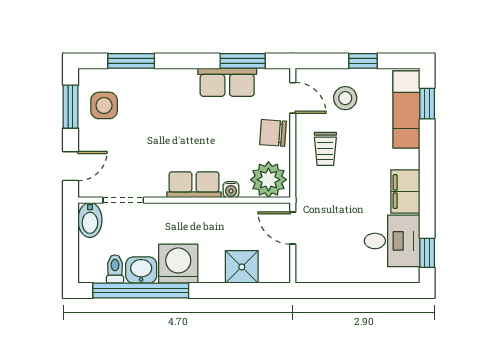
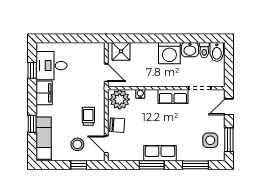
window: (243, 61) -> (152, 165), moved
window: (363, 61) -> (79, 165), moved
row of seats: (227, 82) -> (160, 153), moved
window: (427, 104) -> (32, 124), moved
row of seats: (194, 185) -> (173, 97), moved
bidet: (90, 220) -> (217, 52), moved, turned 180
window: (427, 253) -> (32, 70), moved
shower: (242, 267) -> (121, 51), moved
window: (141, 290) -> (190, 38), removed

